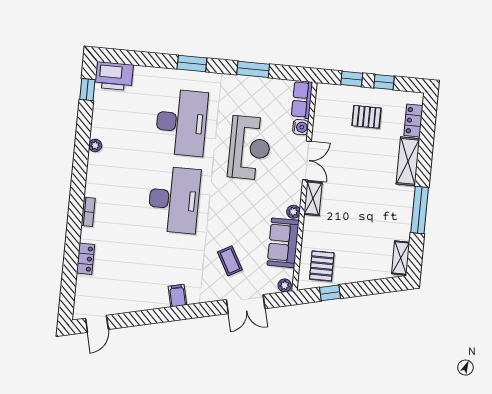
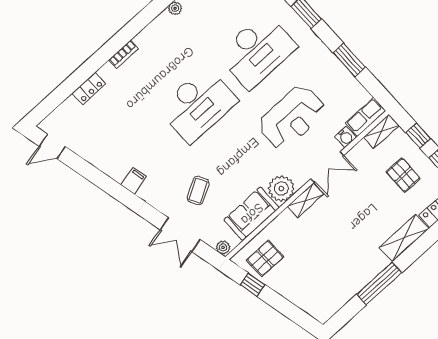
plant: (293, 212) -> (281, 189), width x1.88, depth x1.88
shelving: (401, 258) -> (381, 131), moved

